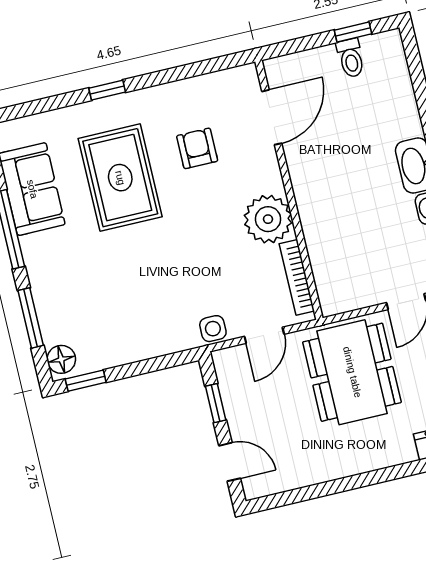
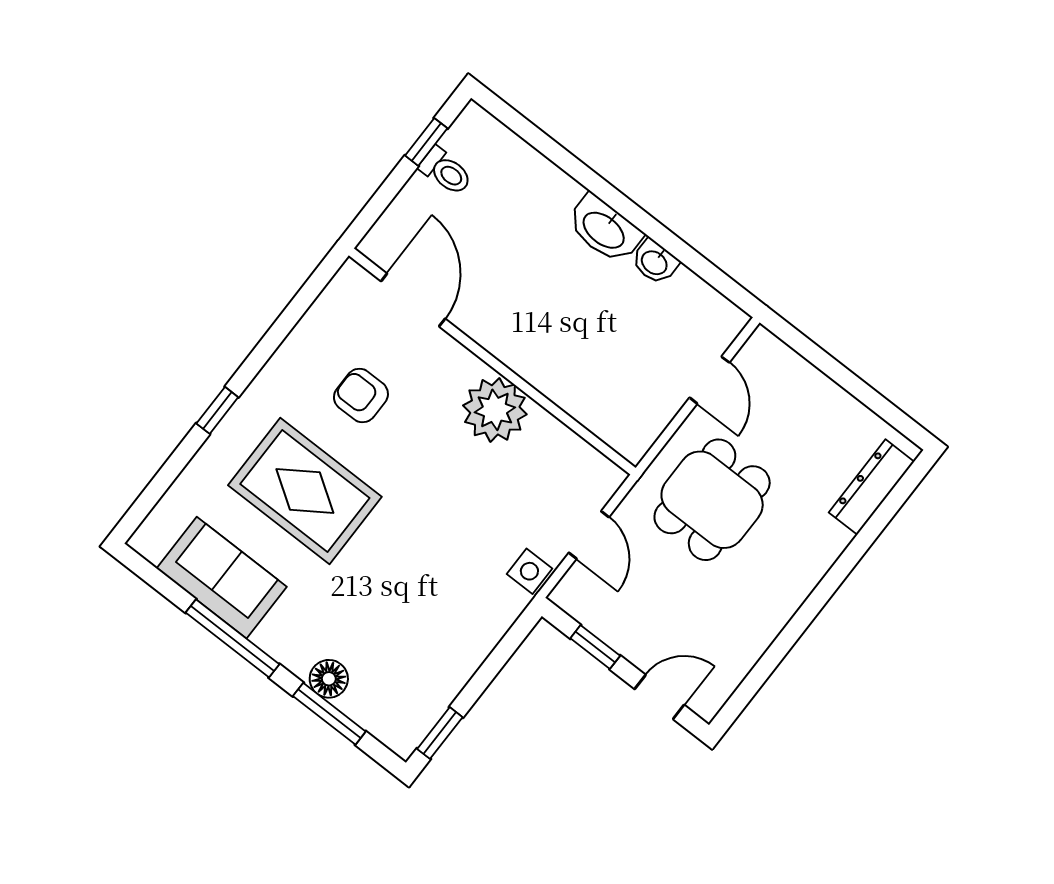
bookcase: (297, 277) -> (574, 447), removed
floor lamp: (61, 359) -> (329, 679), moved
dining table: (352, 372) -> (712, 500), width x0.73

